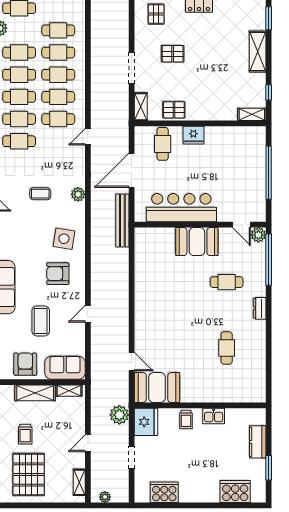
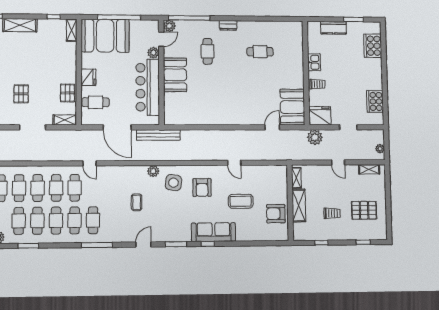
booth: (245, 155) -> (105, 36), added
plant: (78, 194) -> (153, 171), moved
plant: (225, 215) -> (153, 53), added
sofa: (65, 368) -> (278, 181), removed
pallet: (29, 474) -> (364, 210), width x0.73, depth x0.71

